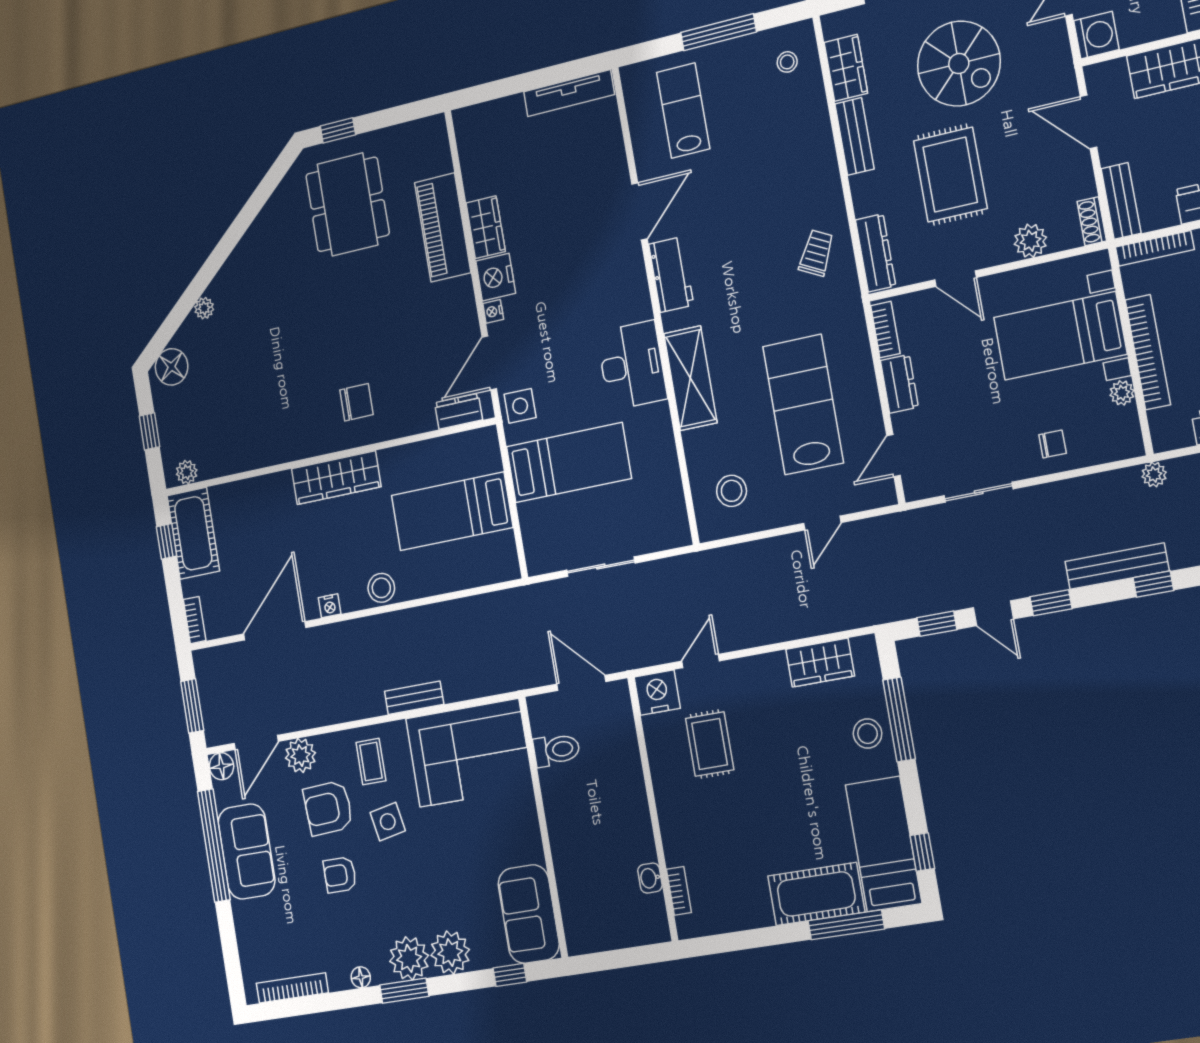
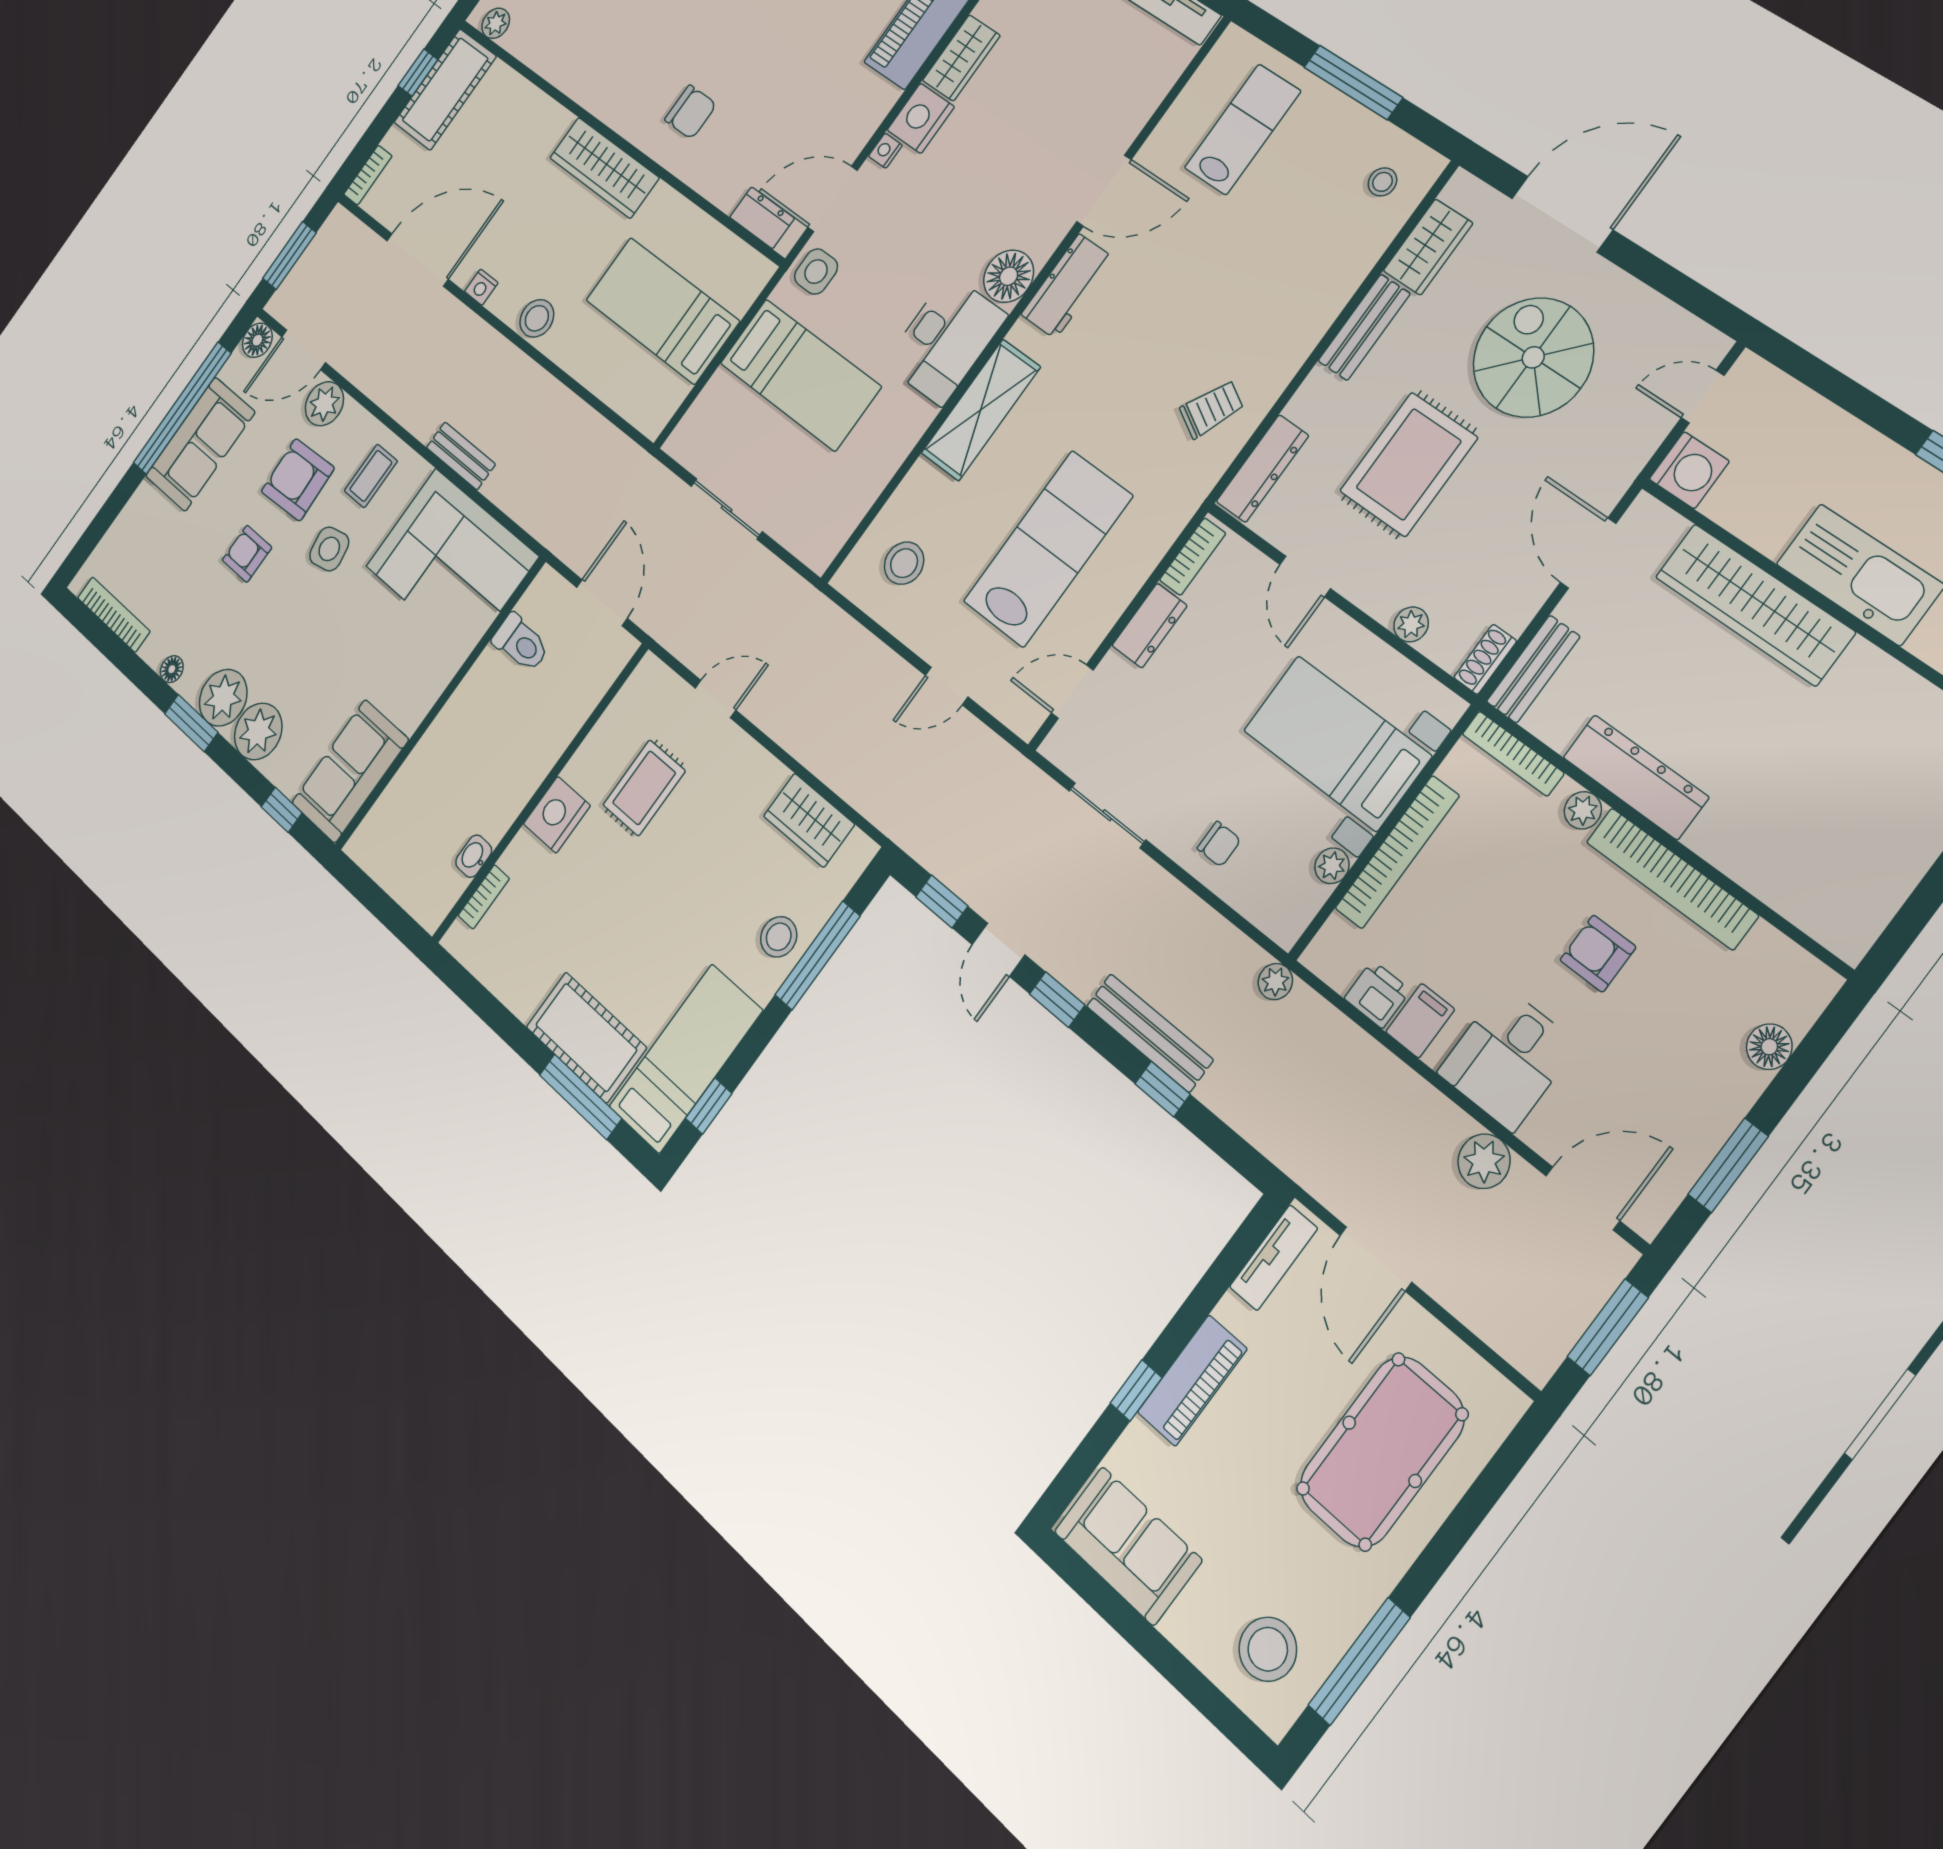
spiral stairs: (959, 64) -> (1533, 357), turned 180
plant: (1030, 241) -> (1411, 624), width x0.73, depth x0.73
floor lamp: (633, 302) -> (1009, 276), added
nightstand: (657, 693) -> (557, 815), moved, turned -90

